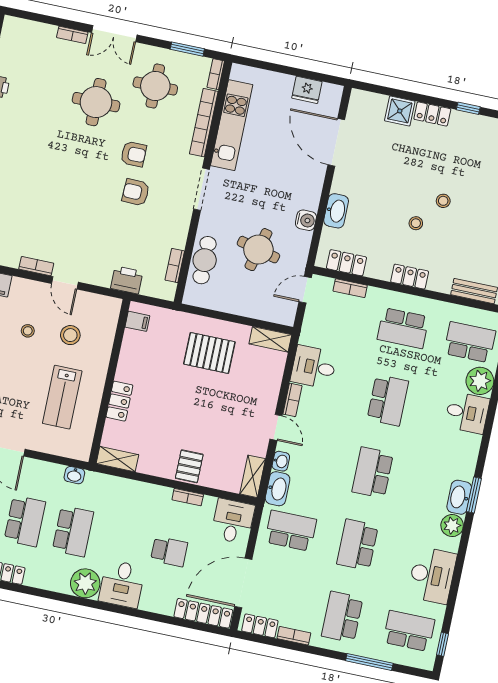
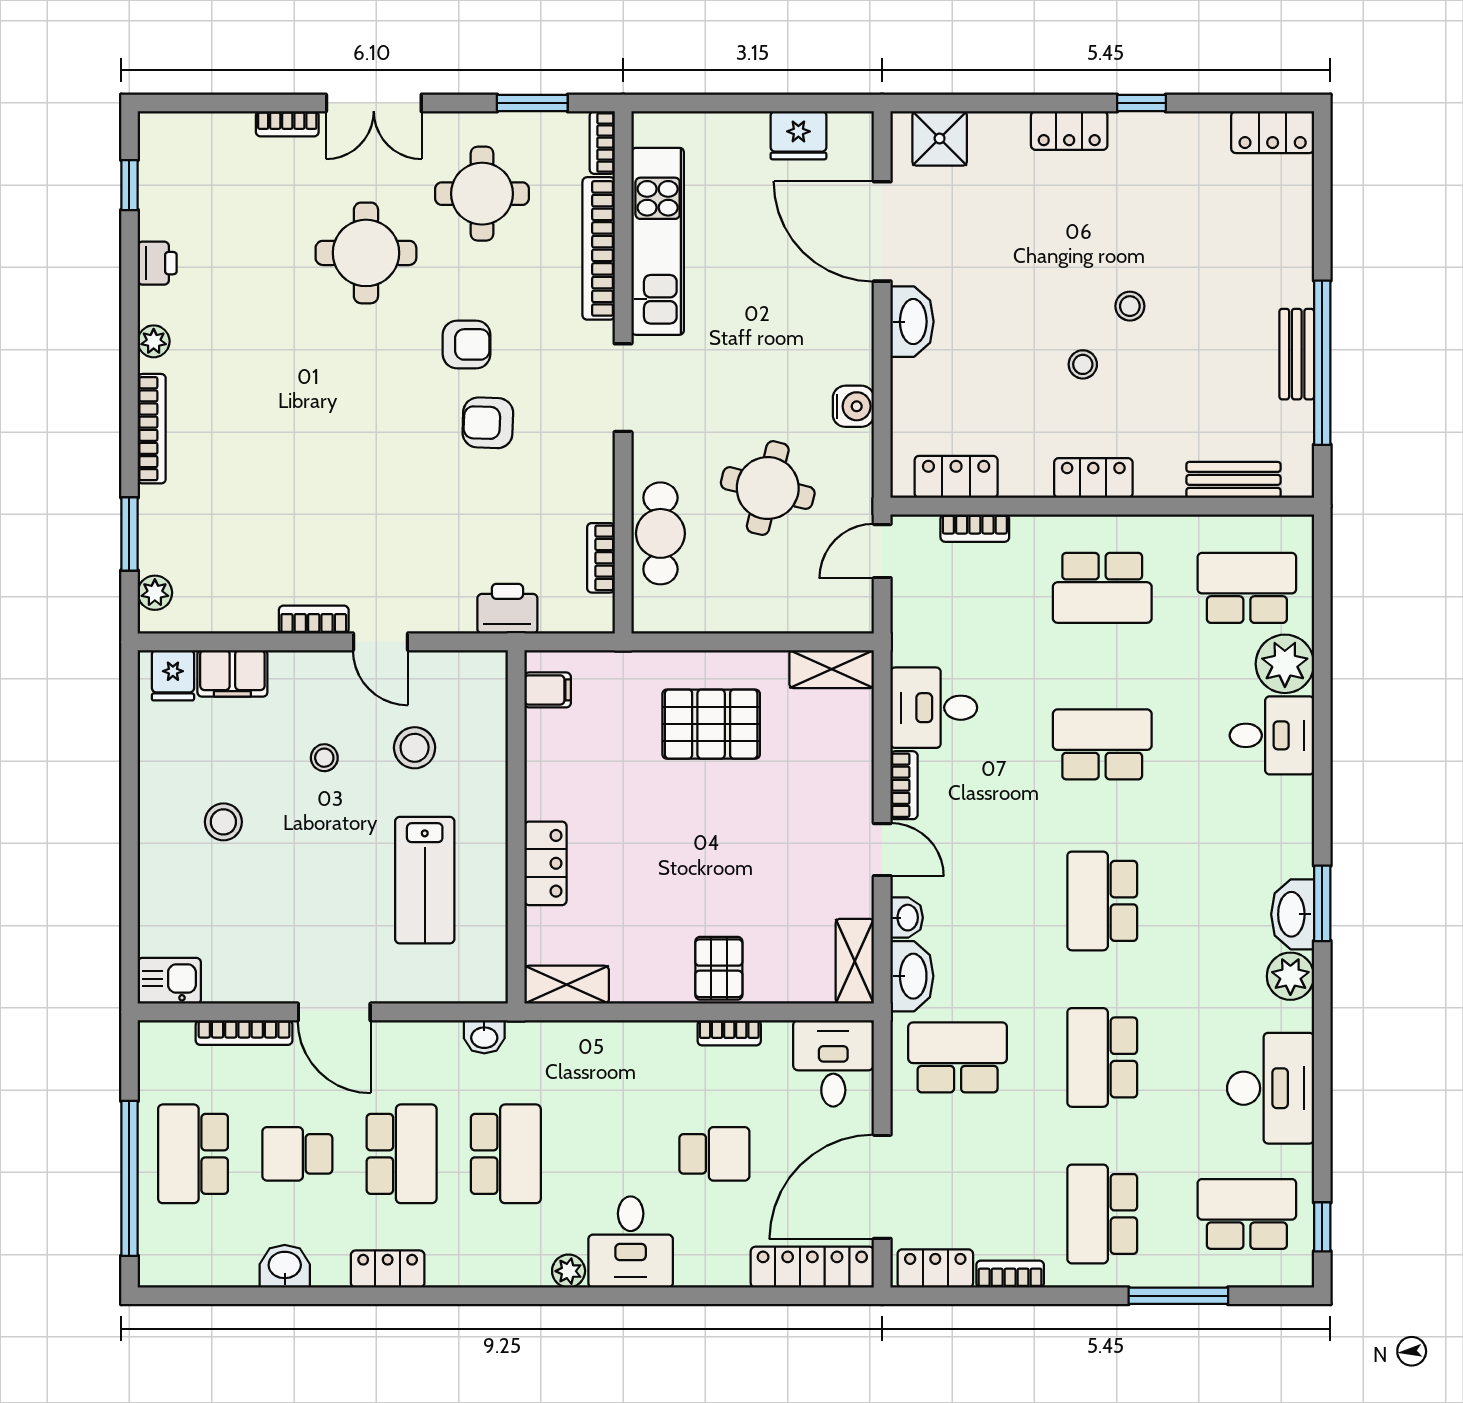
shower: (400, 111) -> (940, 138), moved
washbasin: (336, 211) -> (912, 322), moved
school desk: (388, 400) -> (1102, 744), turned -90
plant: (85, 583) -> (569, 1271), width x0.53, depth x0.53

